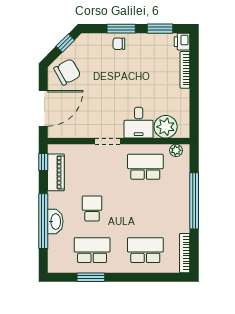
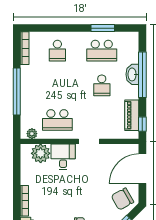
school desk: (145, 250) -> (57, 51), width x0.54

